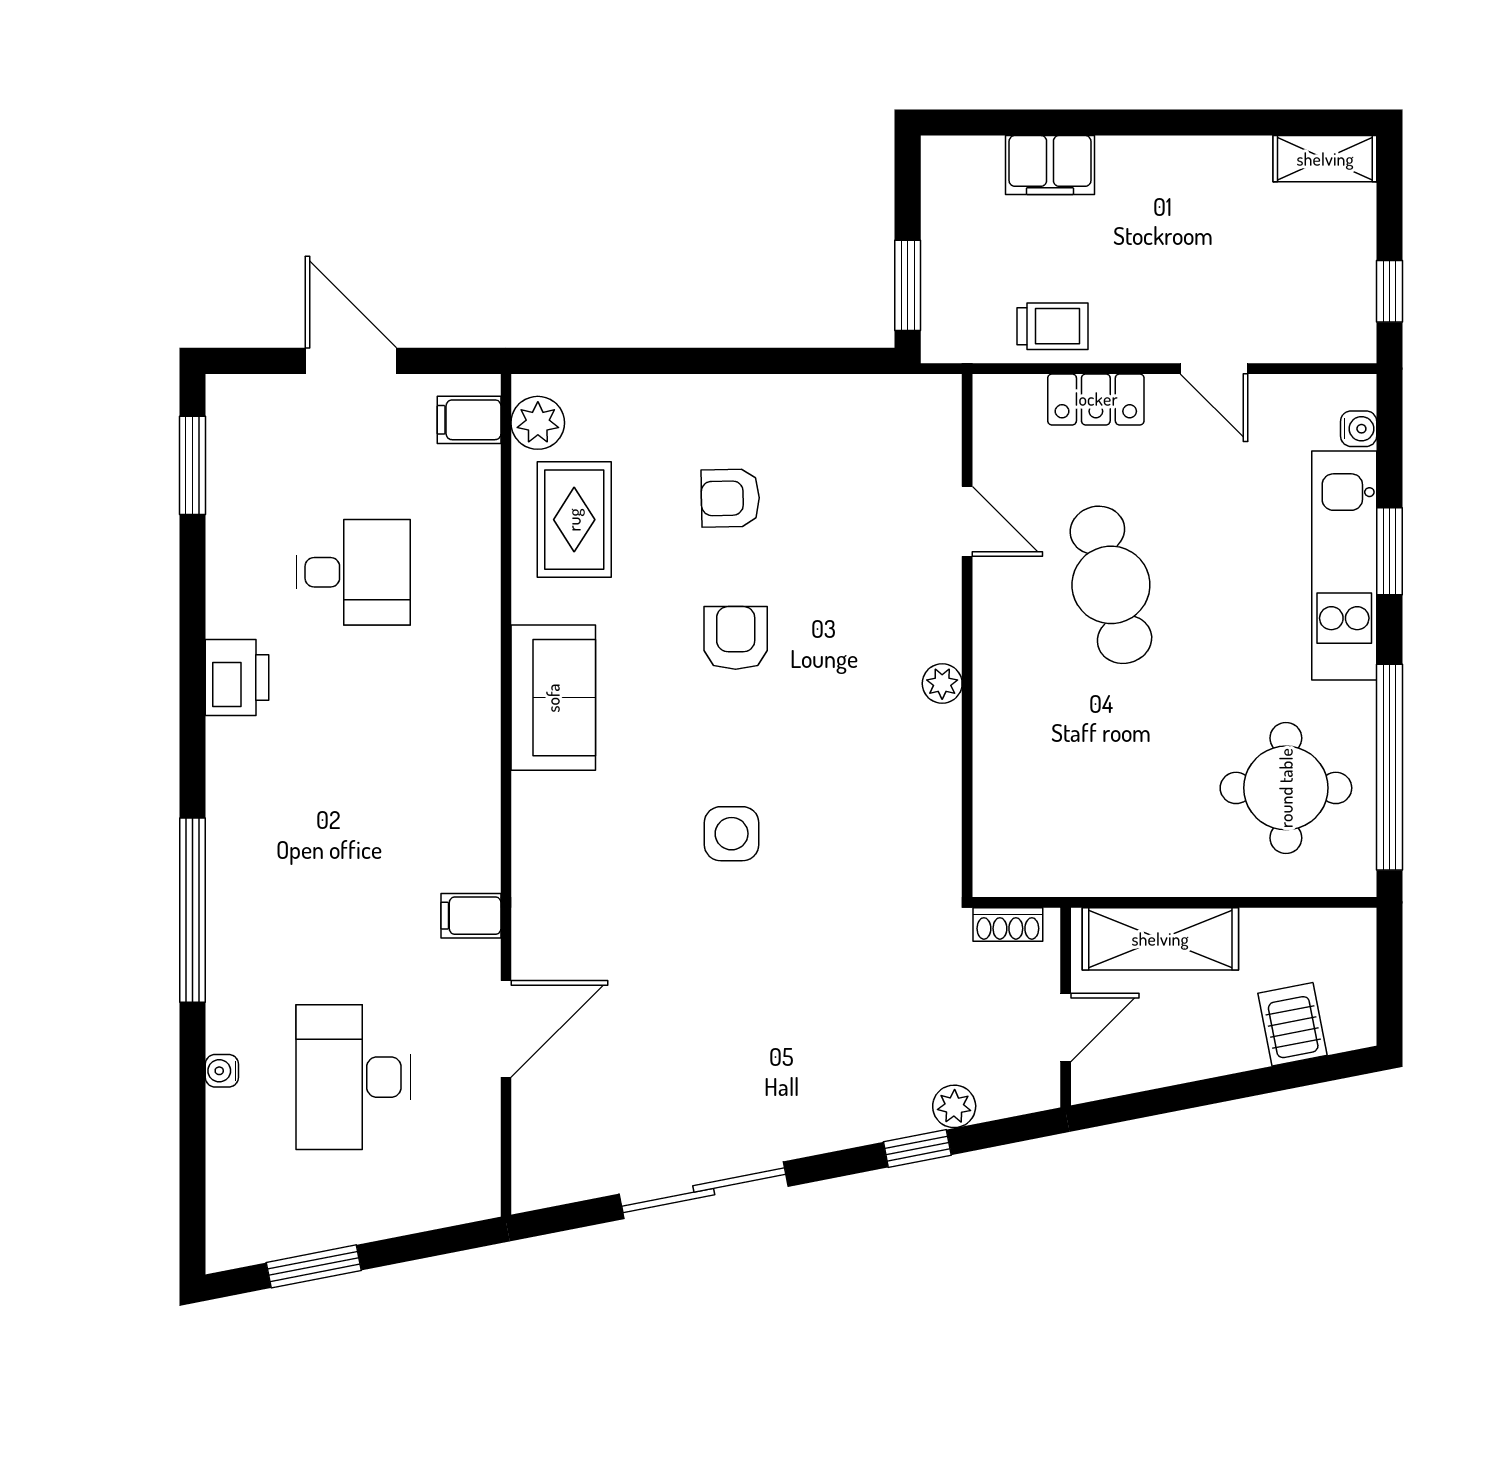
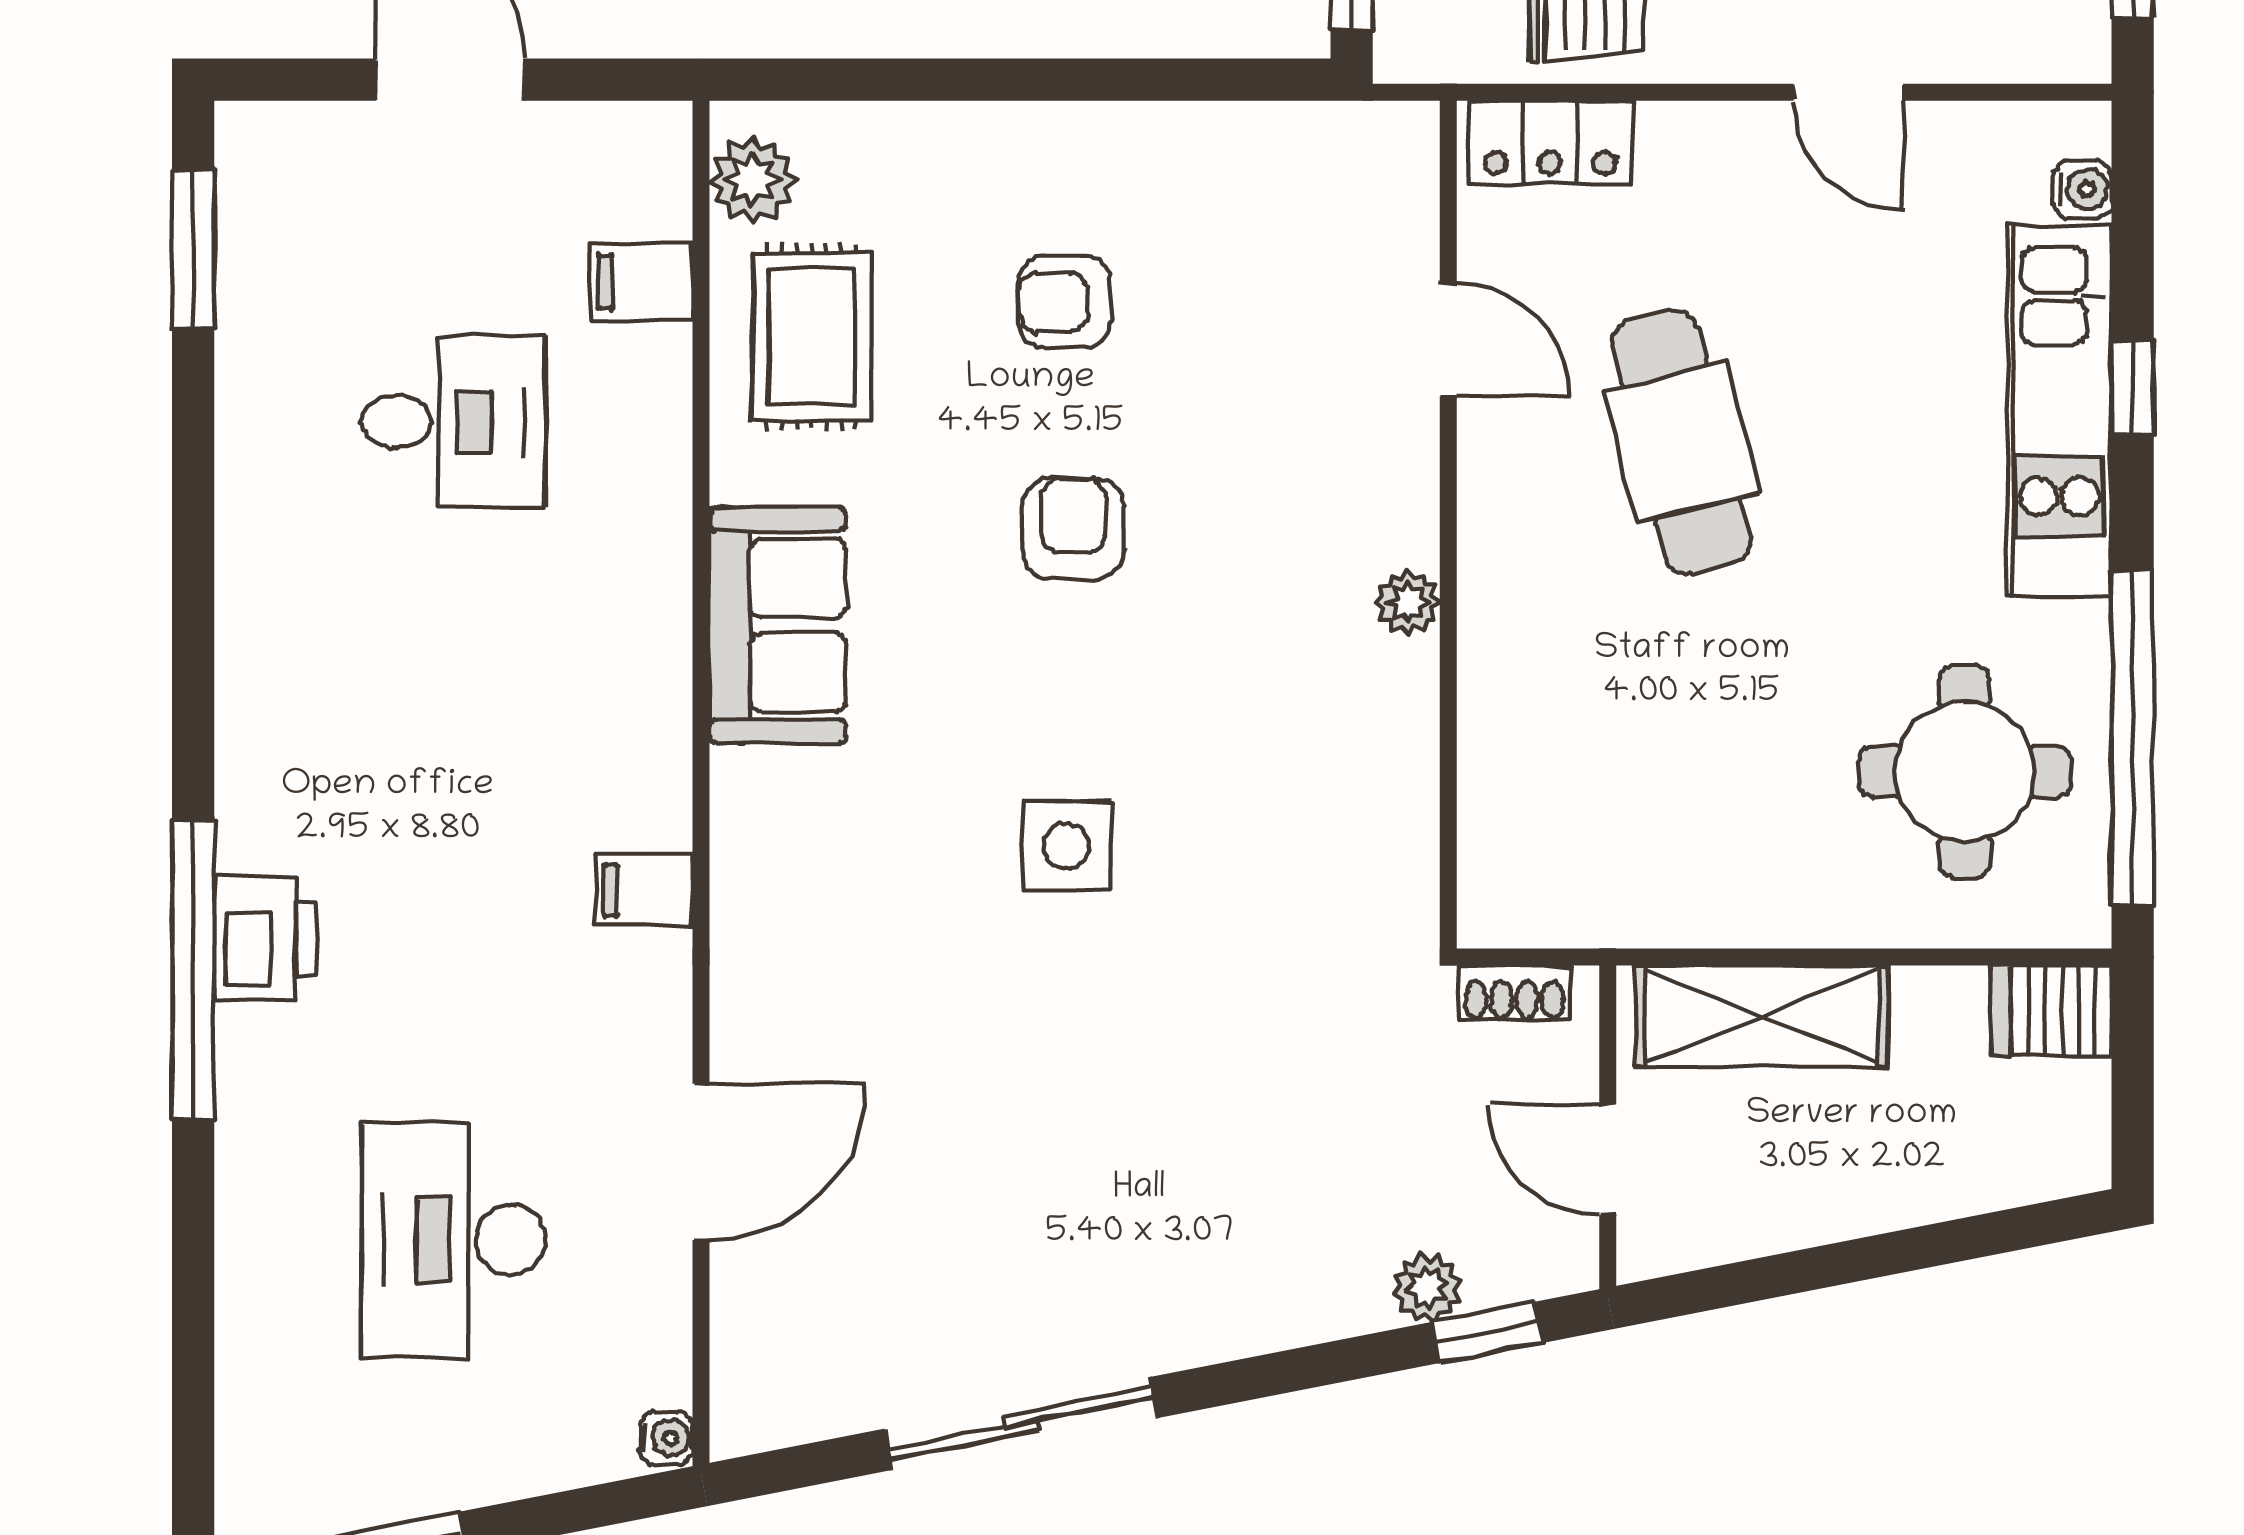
locker: (1096, 399) -> (1550, 142), moved
filing cabinet: (469, 420) -> (641, 282), moved
window: (1390, 551) -> (2133, 388), width x0.67
printer: (237, 678) -> (265, 938), moved
filing cabinet: (471, 916) -> (644, 890), moved
server rack: (1293, 1024) -> (2051, 1011), moved, turned -79
door: (1066, 1027) -> (1608, 1160), swing flipped
water cooler: (222, 1071) -> (666, 1438), moved, turned 180
window: (917, 1149) -> (1487, 1332), moved

